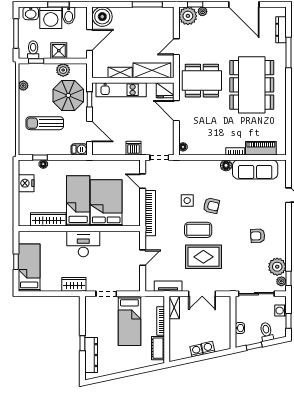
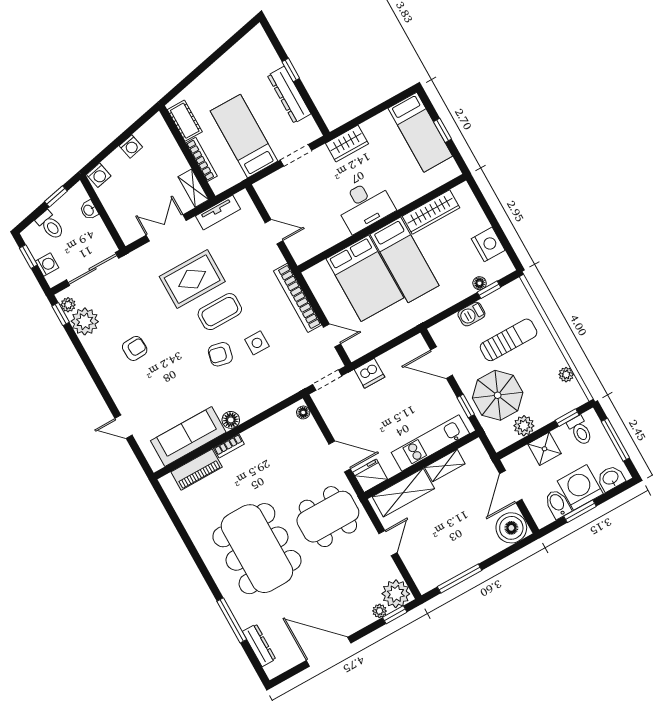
barbecue: (79, 149) -> (471, 314), moved
door: (143, 258) -> (274, 232), swing flipped
washing machine: (208, 348) -> (99, 175), moved
dresser: (91, 355) -> (289, 95), moved

